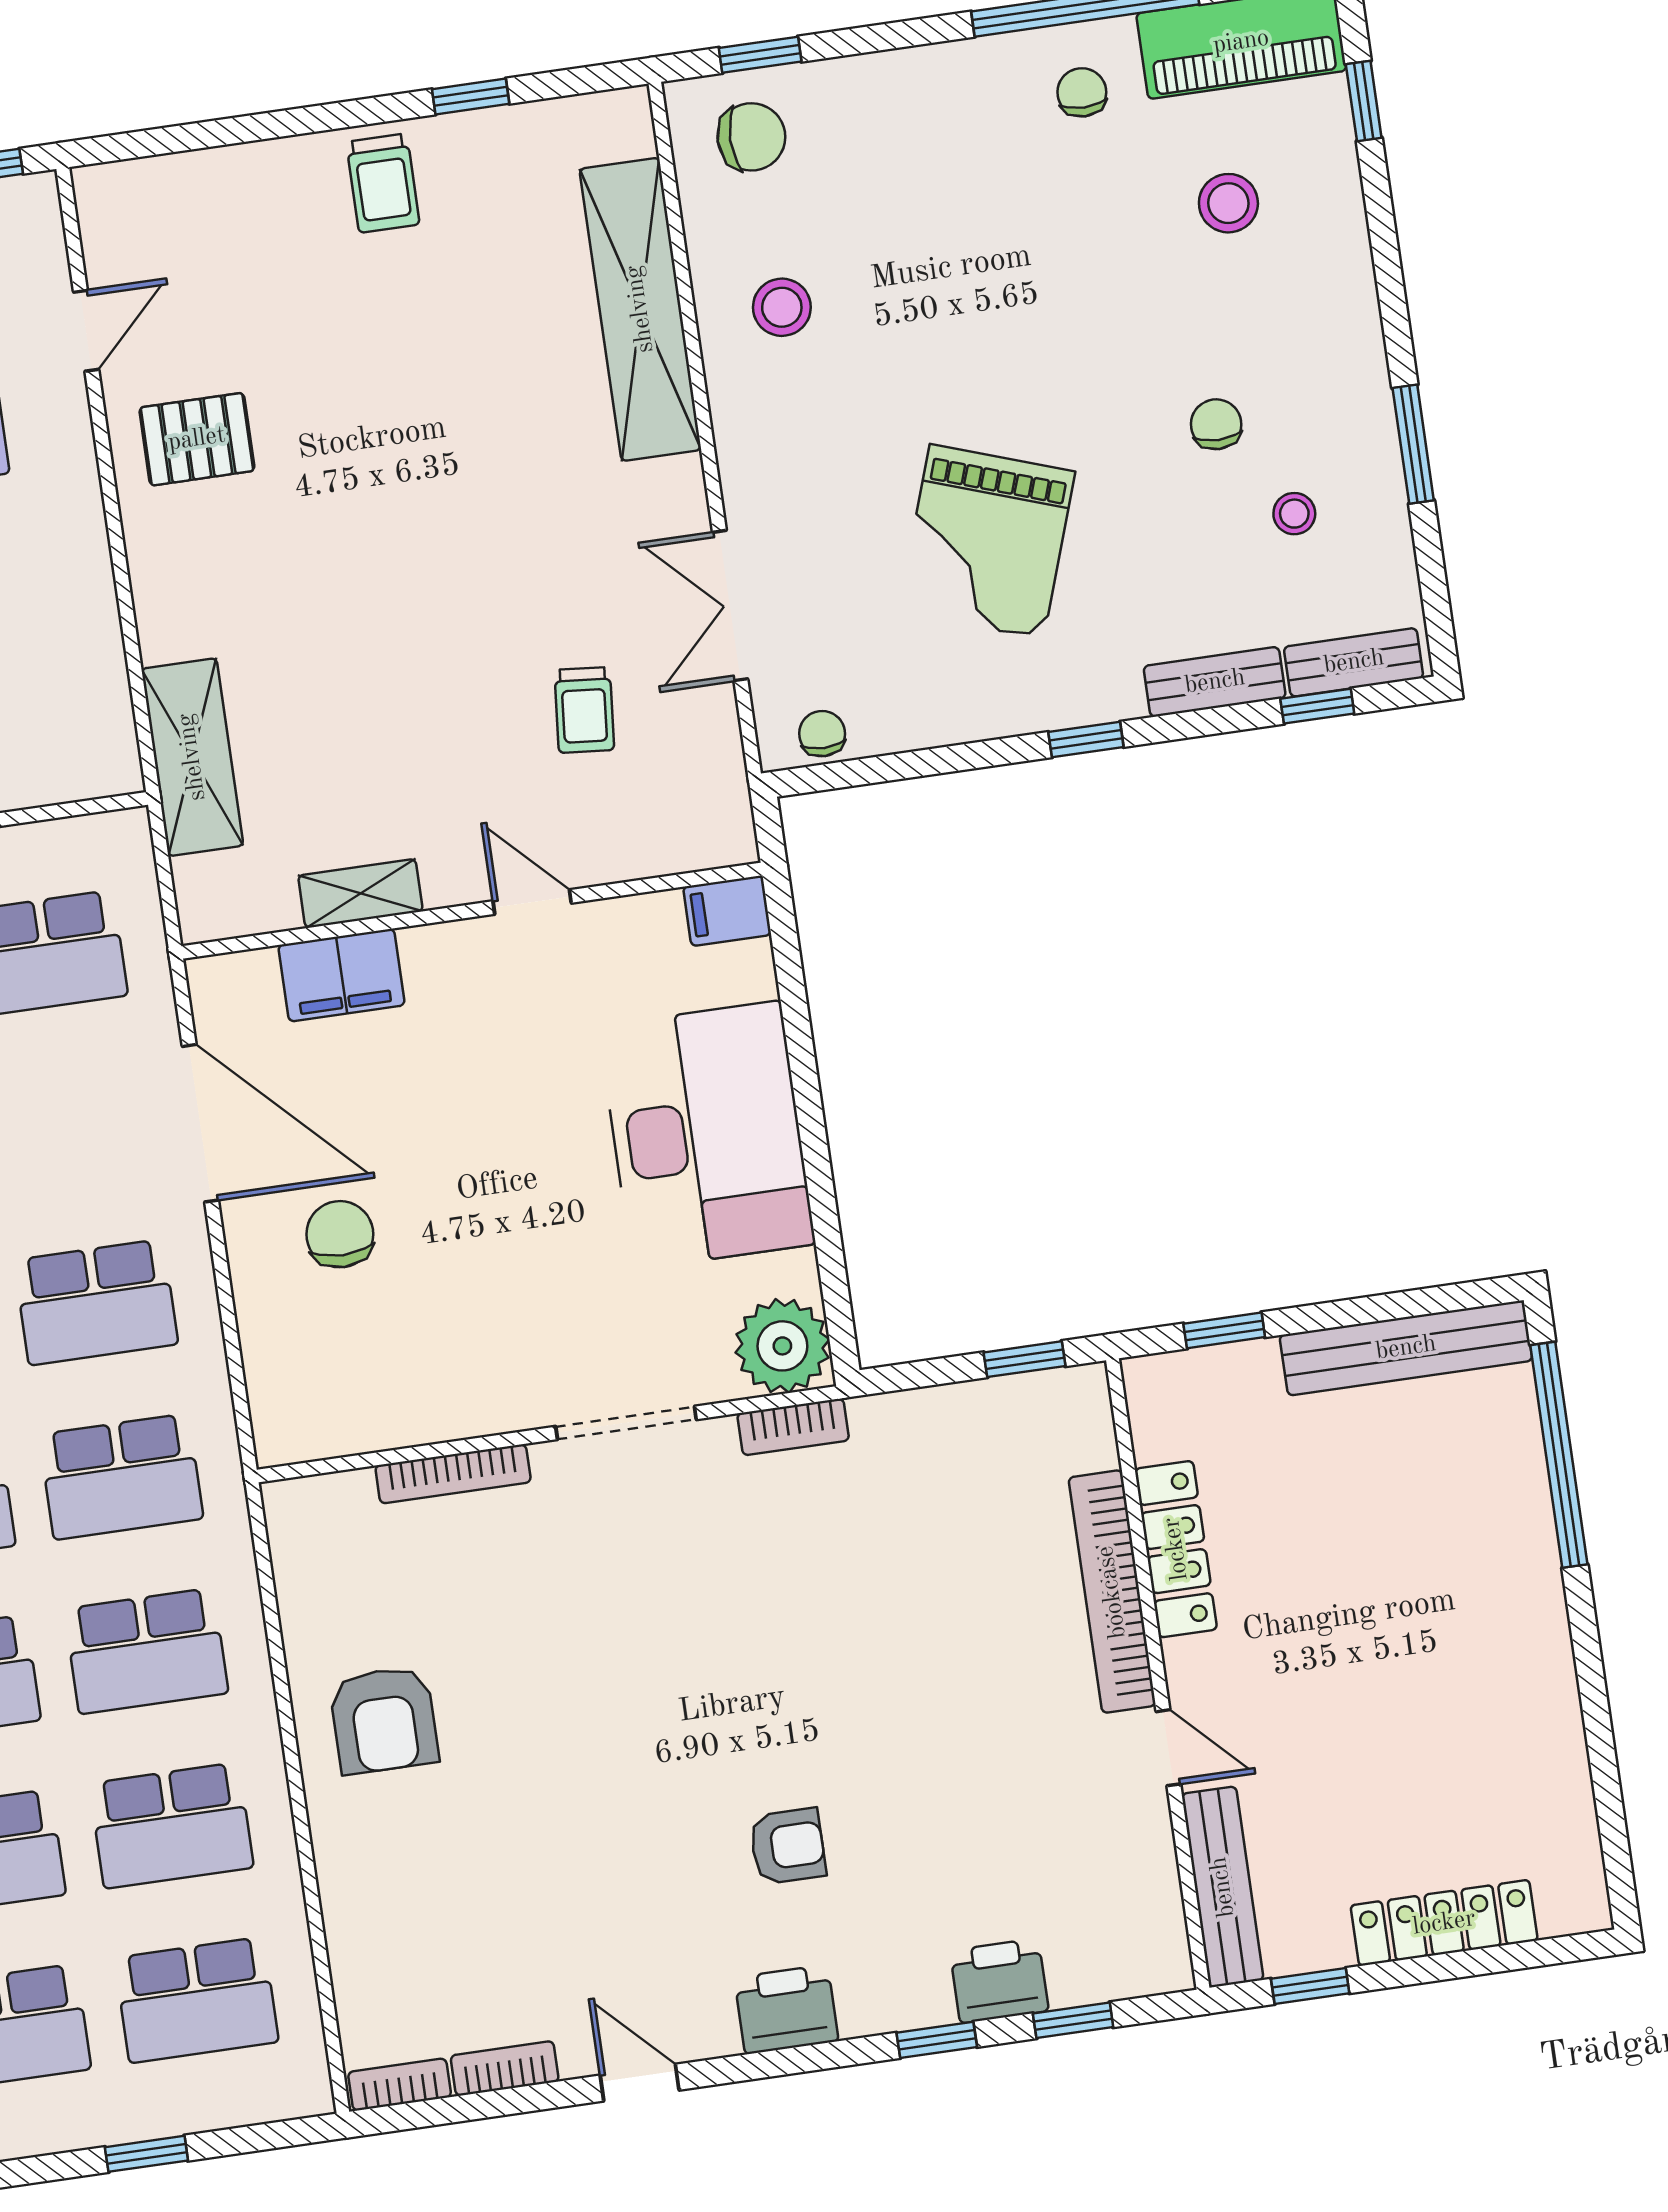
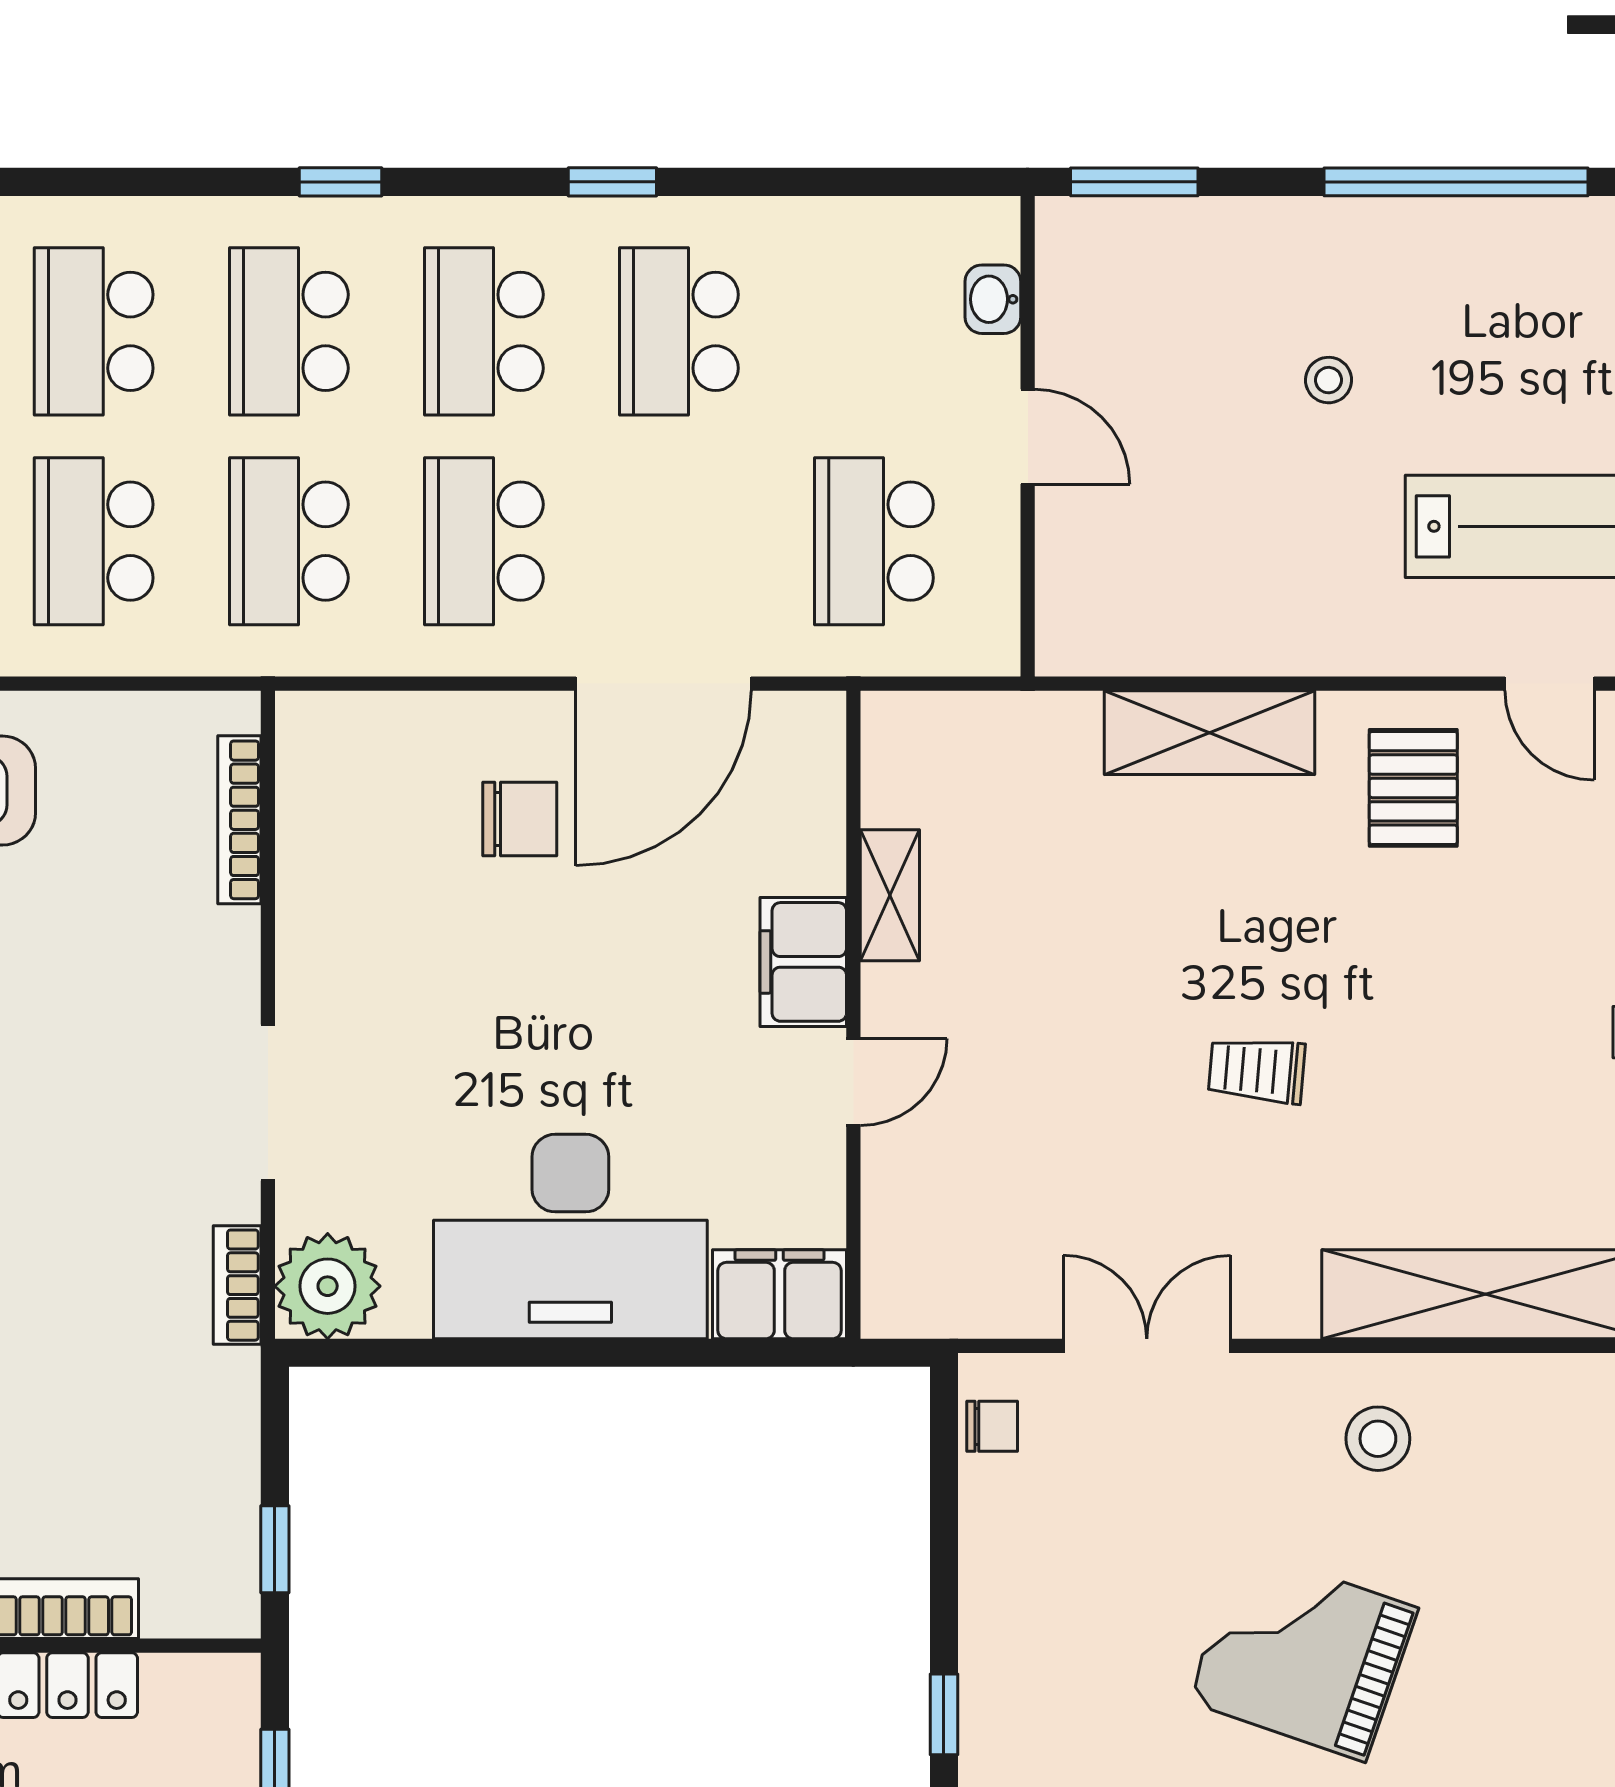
stool: (782, 307) -> (1378, 1439), moved
grand piano: (987, 542) -> (1303, 1655), moved
trolley: (584, 710) -> (1257, 1070), moved
shelving: (192, 757) -> (1209, 733), moved
filing cabinet: (727, 911) -> (779, 1294), width x2.00
filing cabinet: (342, 975) -> (803, 962), moved
bookcase: (453, 1474) -> (239, 820), moved

